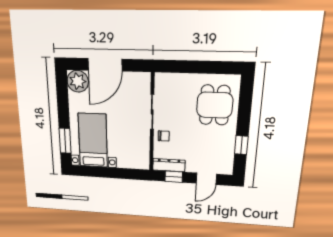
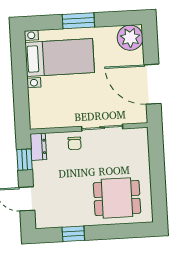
door: (105, 65) -> (152, 84), moved
window: (65, 141) -> (78, 21), moved
dresser: (169, 165) -> (38, 147), width x0.70

